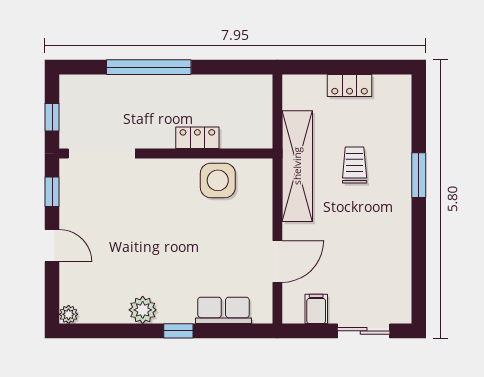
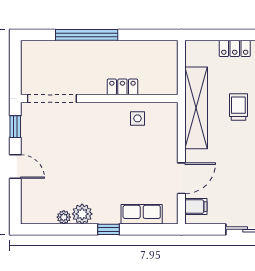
window: (52, 117) -> (15, 72), removed
side table: (218, 180) -> (138, 118), width x0.54, depth x0.54
filing cabinet: (316, 309) -> (196, 207), moved, turned 90
plant: (69, 314) -> (64, 217), moved

